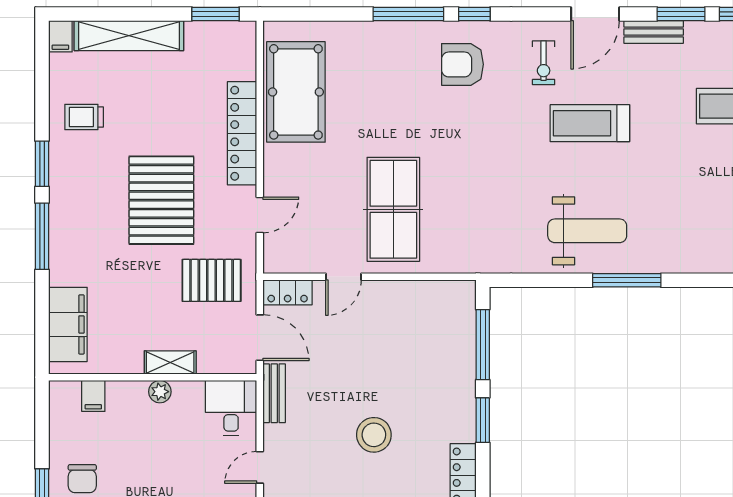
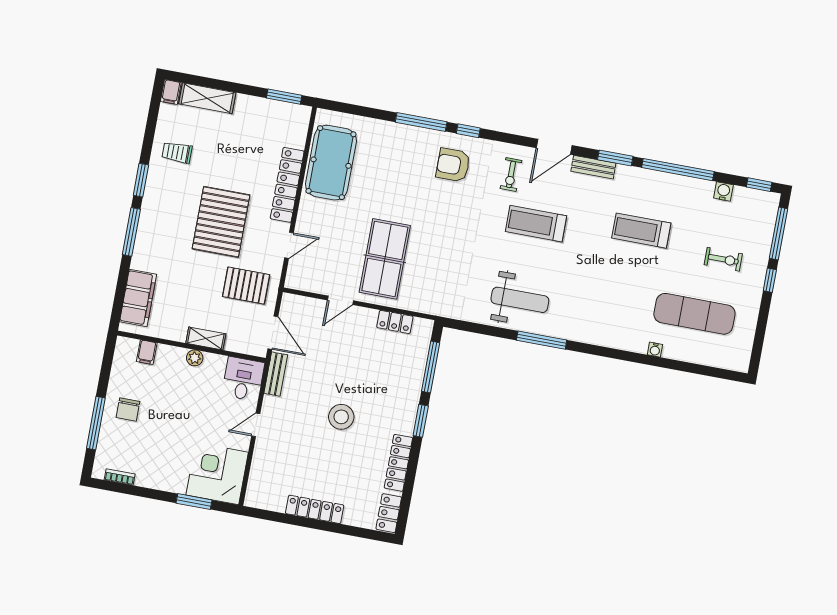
shelving: (129, 36) -> (207, 98), width x0.68
locker: (288, 292) -> (395, 322), moved

